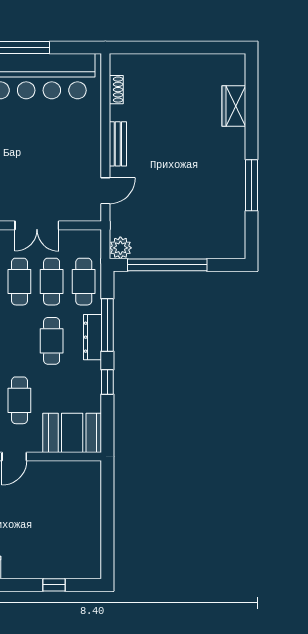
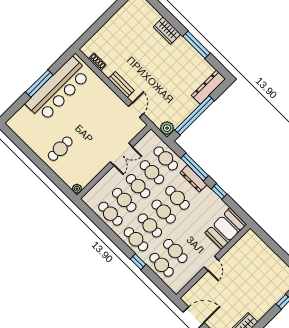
wardrobe: (234, 106) -> (167, 31), moved
dresser: (216, 248) -> (208, 87), added
cafe table: (19, 400) -> (164, 212), moved

